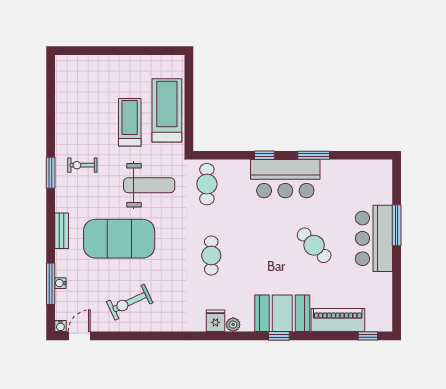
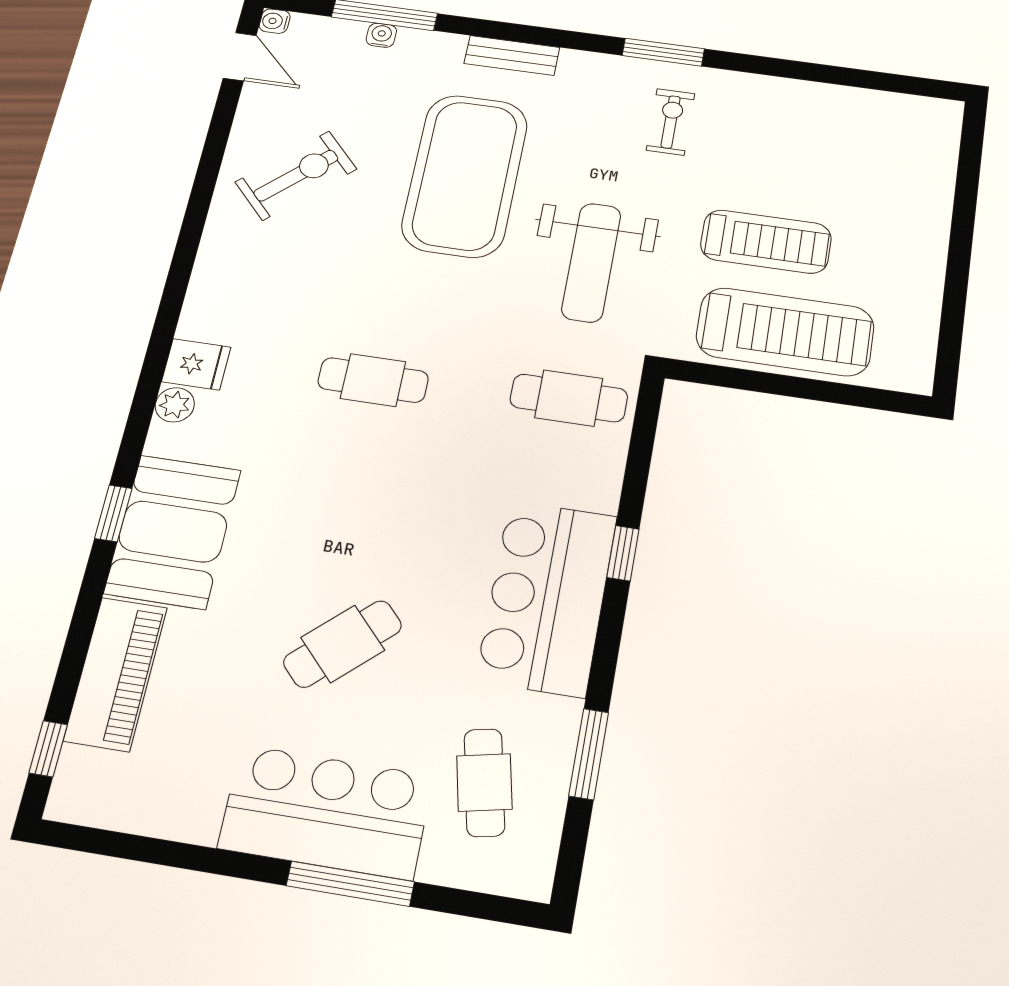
window: (314, 155) -> (589, 754), moved
cafe table: (355, 188) -> (484, 782), added
exercise bike: (130, 302) -> (296, 176), turned 72

